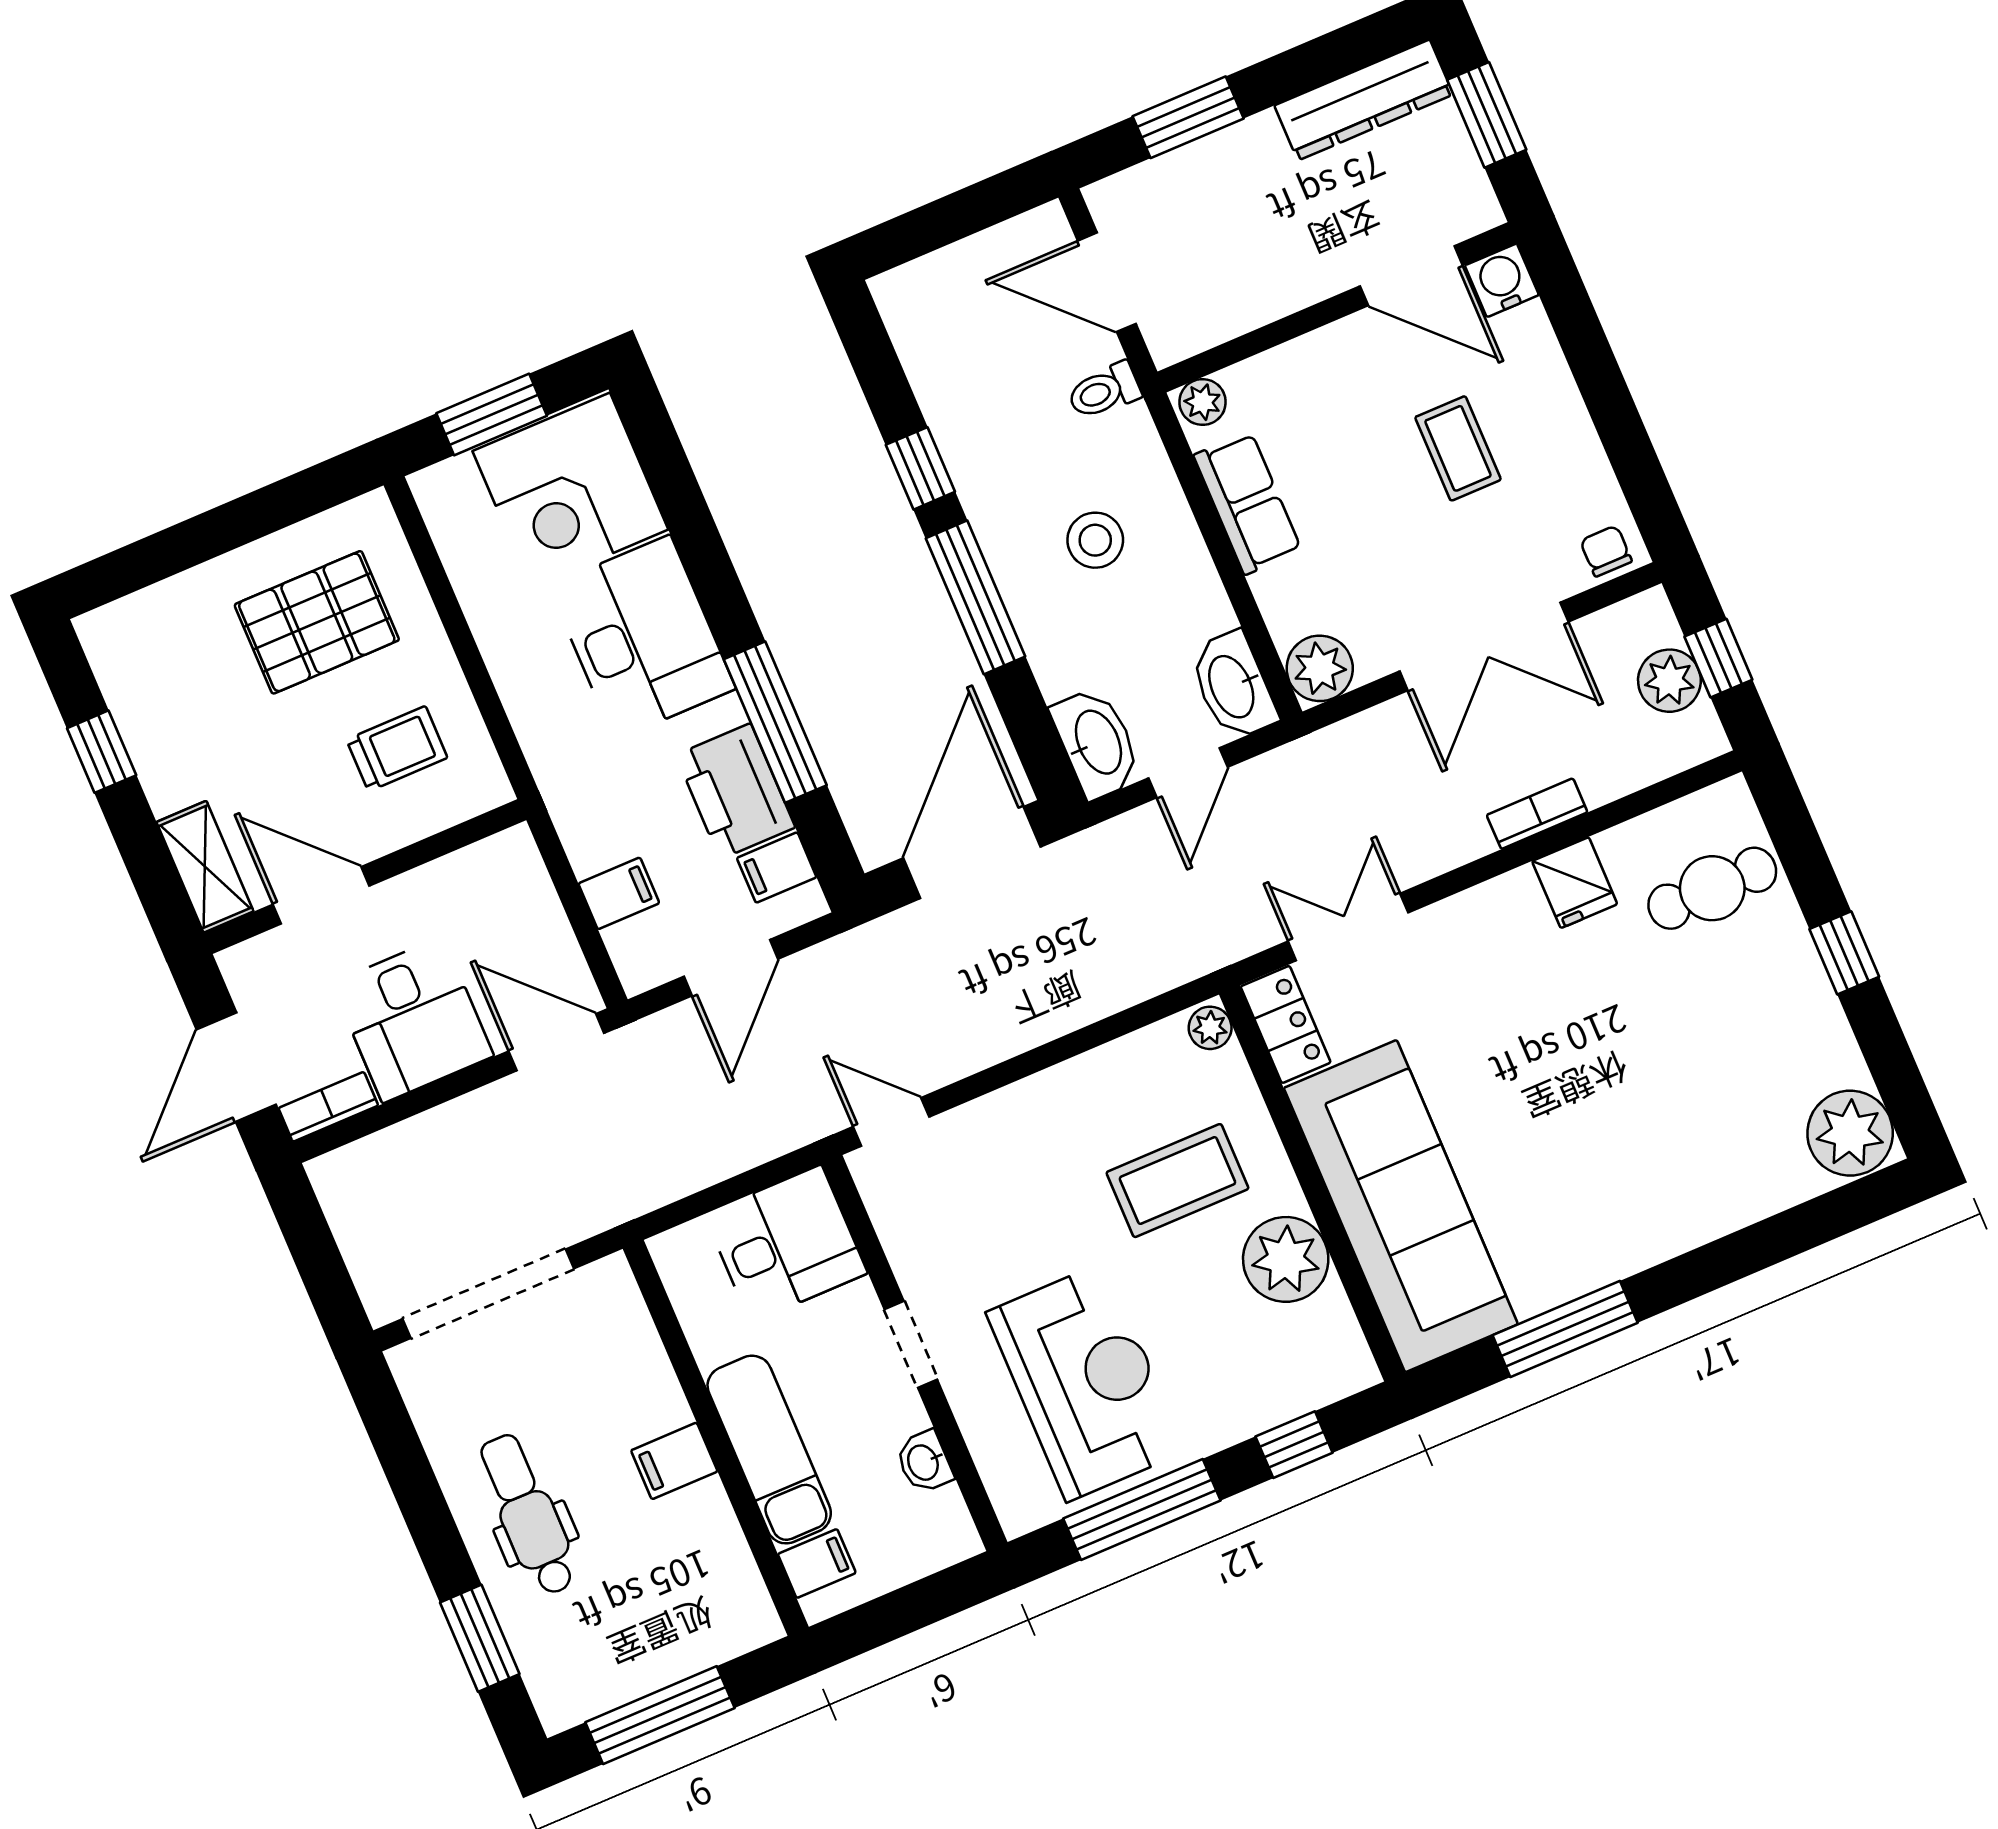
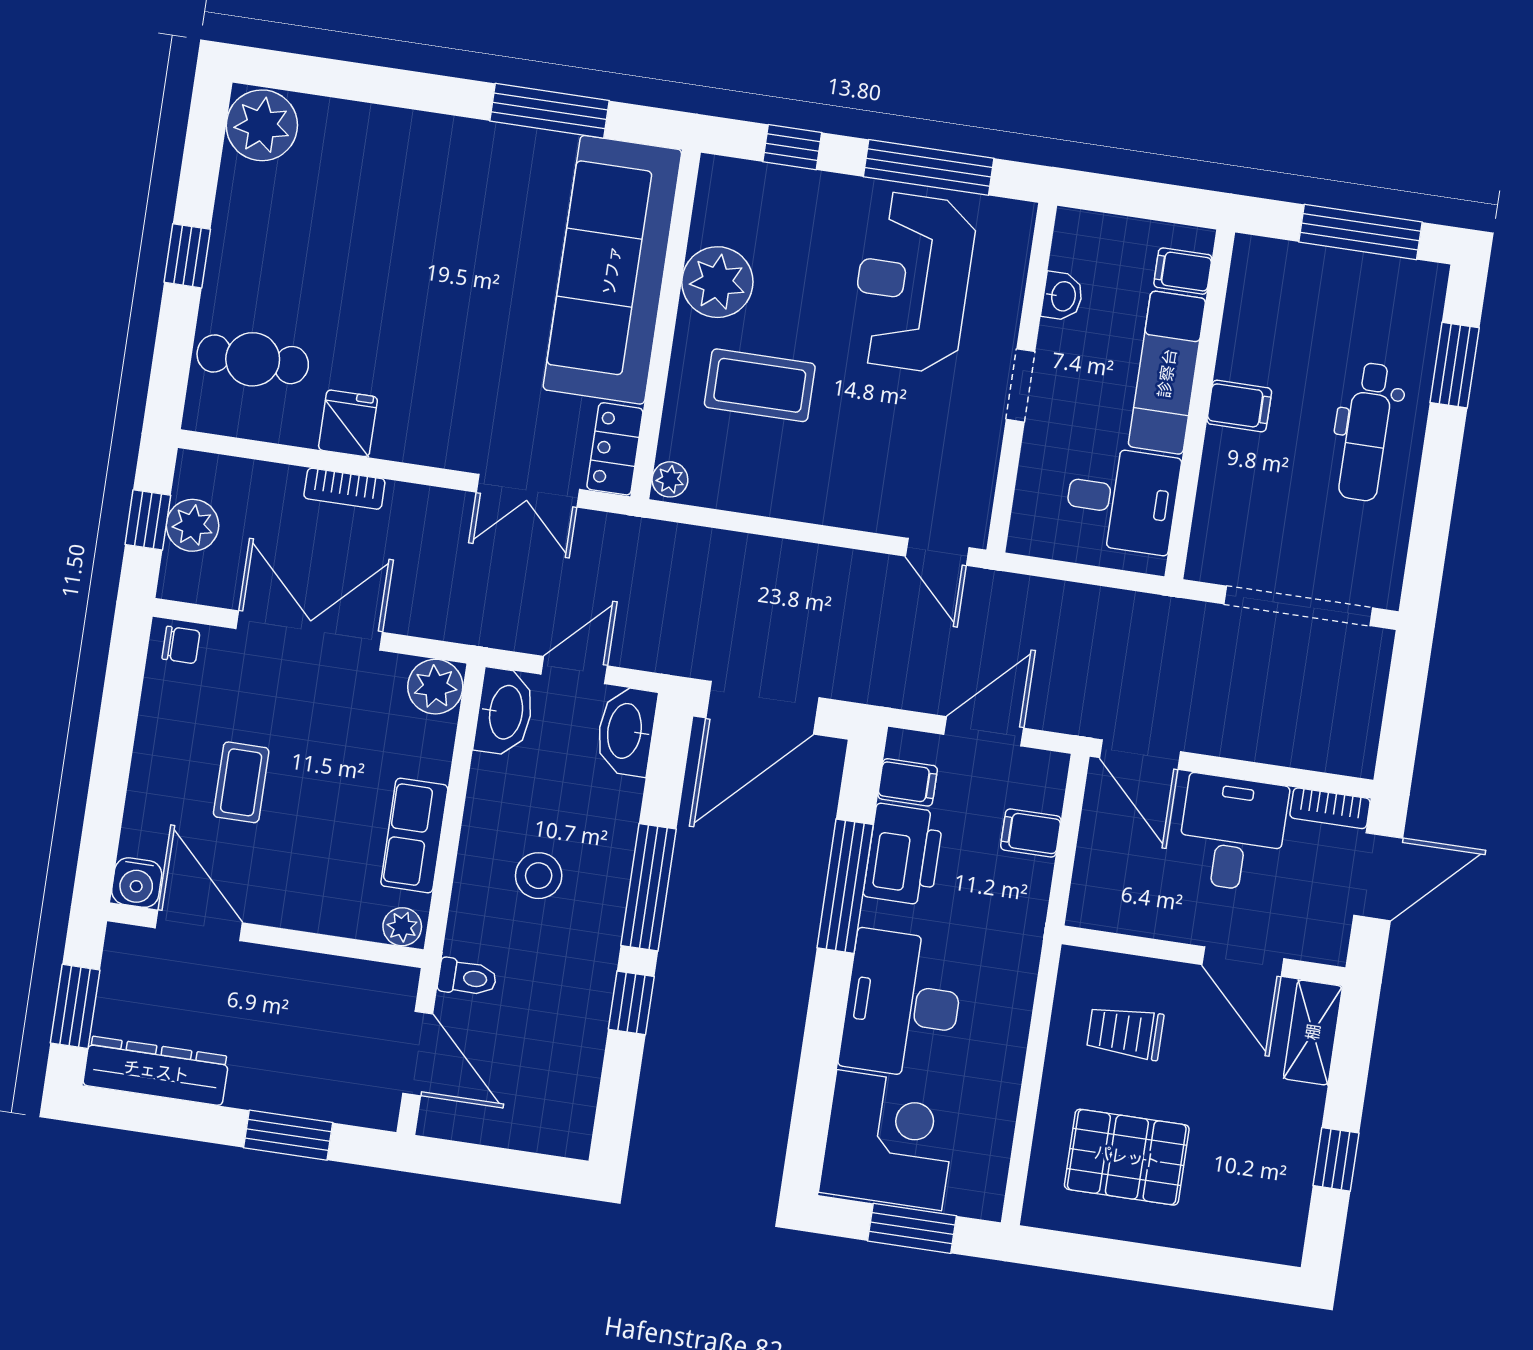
chair: (1606, 551) -> (181, 645), turned -90
desk: (786, 1244) -> (1122, 500), moved, turned 180

